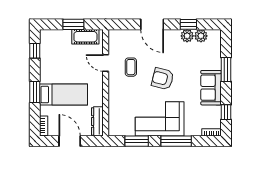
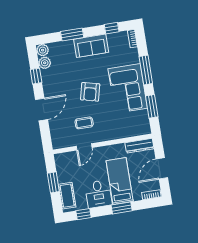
plant: (187, 36) -> (43, 50), moved
cot: (85, 37) -> (67, 196), moved
desk: (54, 70) -> (98, 194), added

